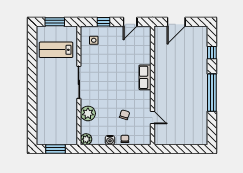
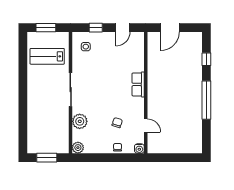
water cooler: (110, 140) -> (139, 149), moved

